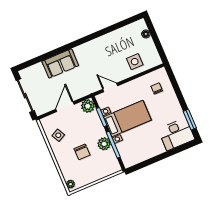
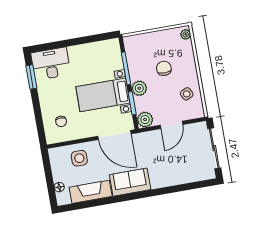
fireplace: (119, 36) -> (91, 192), added
sofa: (60, 63) -> (130, 182), moved
door: (110, 87) -> (114, 135), width x1.87
plant: (104, 144) -> (139, 88), moved

